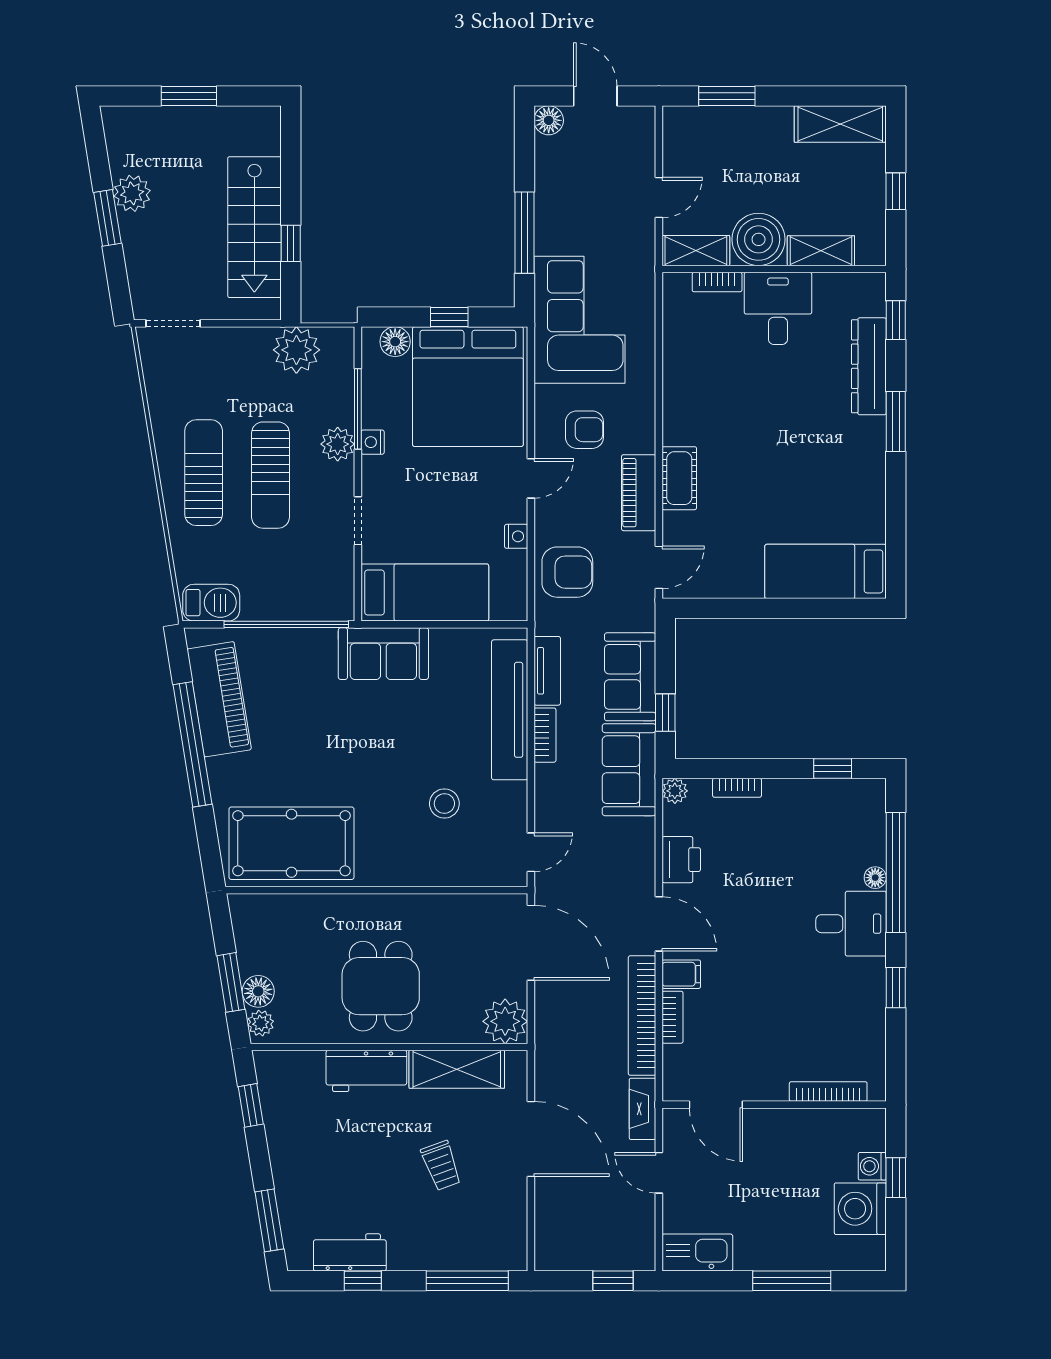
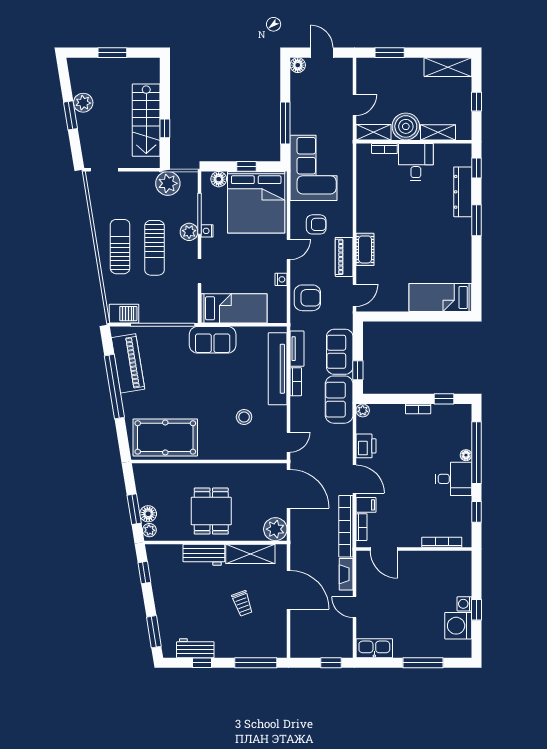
bookcase: (737, 788) -> (418, 409), moved
bookcase: (828, 1091) -> (442, 542), moved
door: (716, 1105) -> (384, 549), moved
wall: (774, 1105) -> (414, 549), moved

